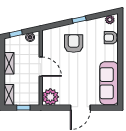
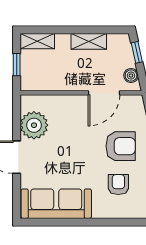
armchair: (111, 38) -> (118, 185), moved
door: (41, 67) -> (104, 93), moved
plant: (50, 97) -> (34, 125), moved

